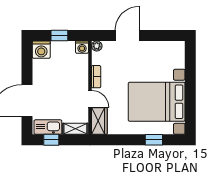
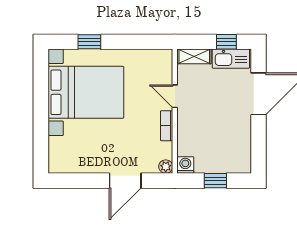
washing machine: (41, 50) -> (240, 162), removed
wardrobe: (99, 121) -> (162, 67), removed

